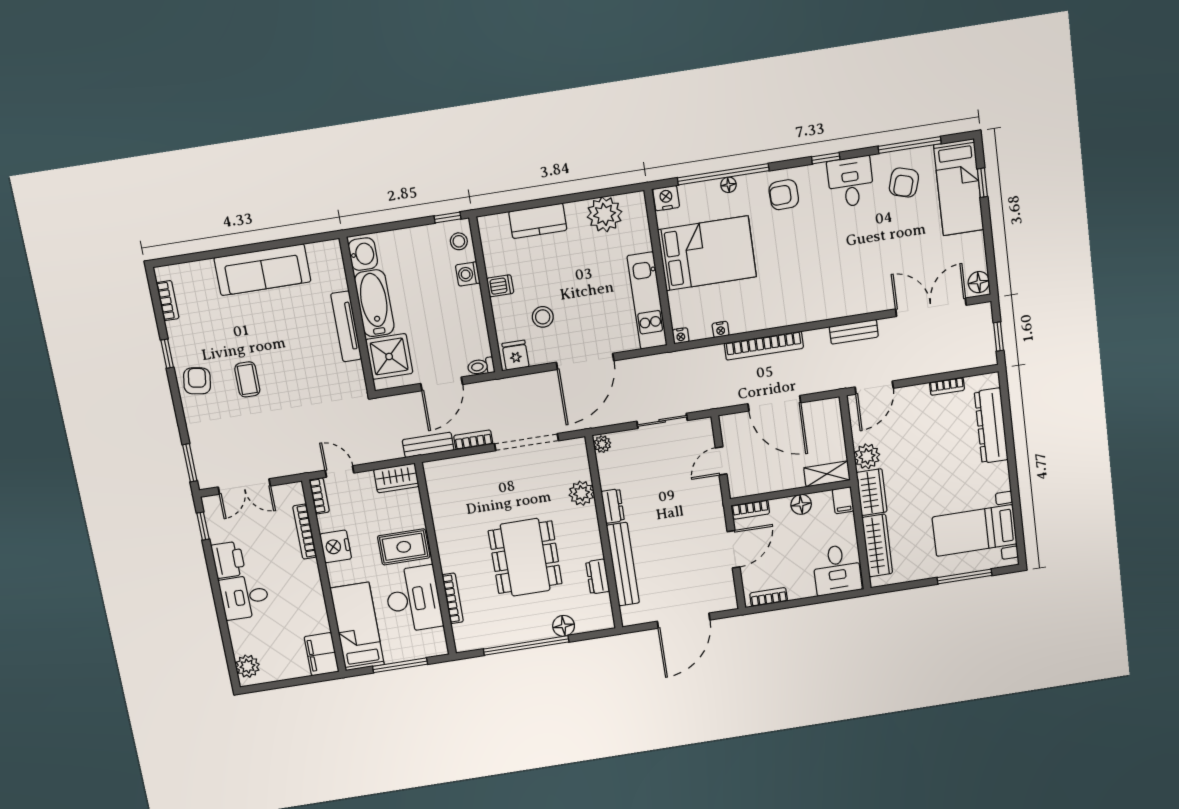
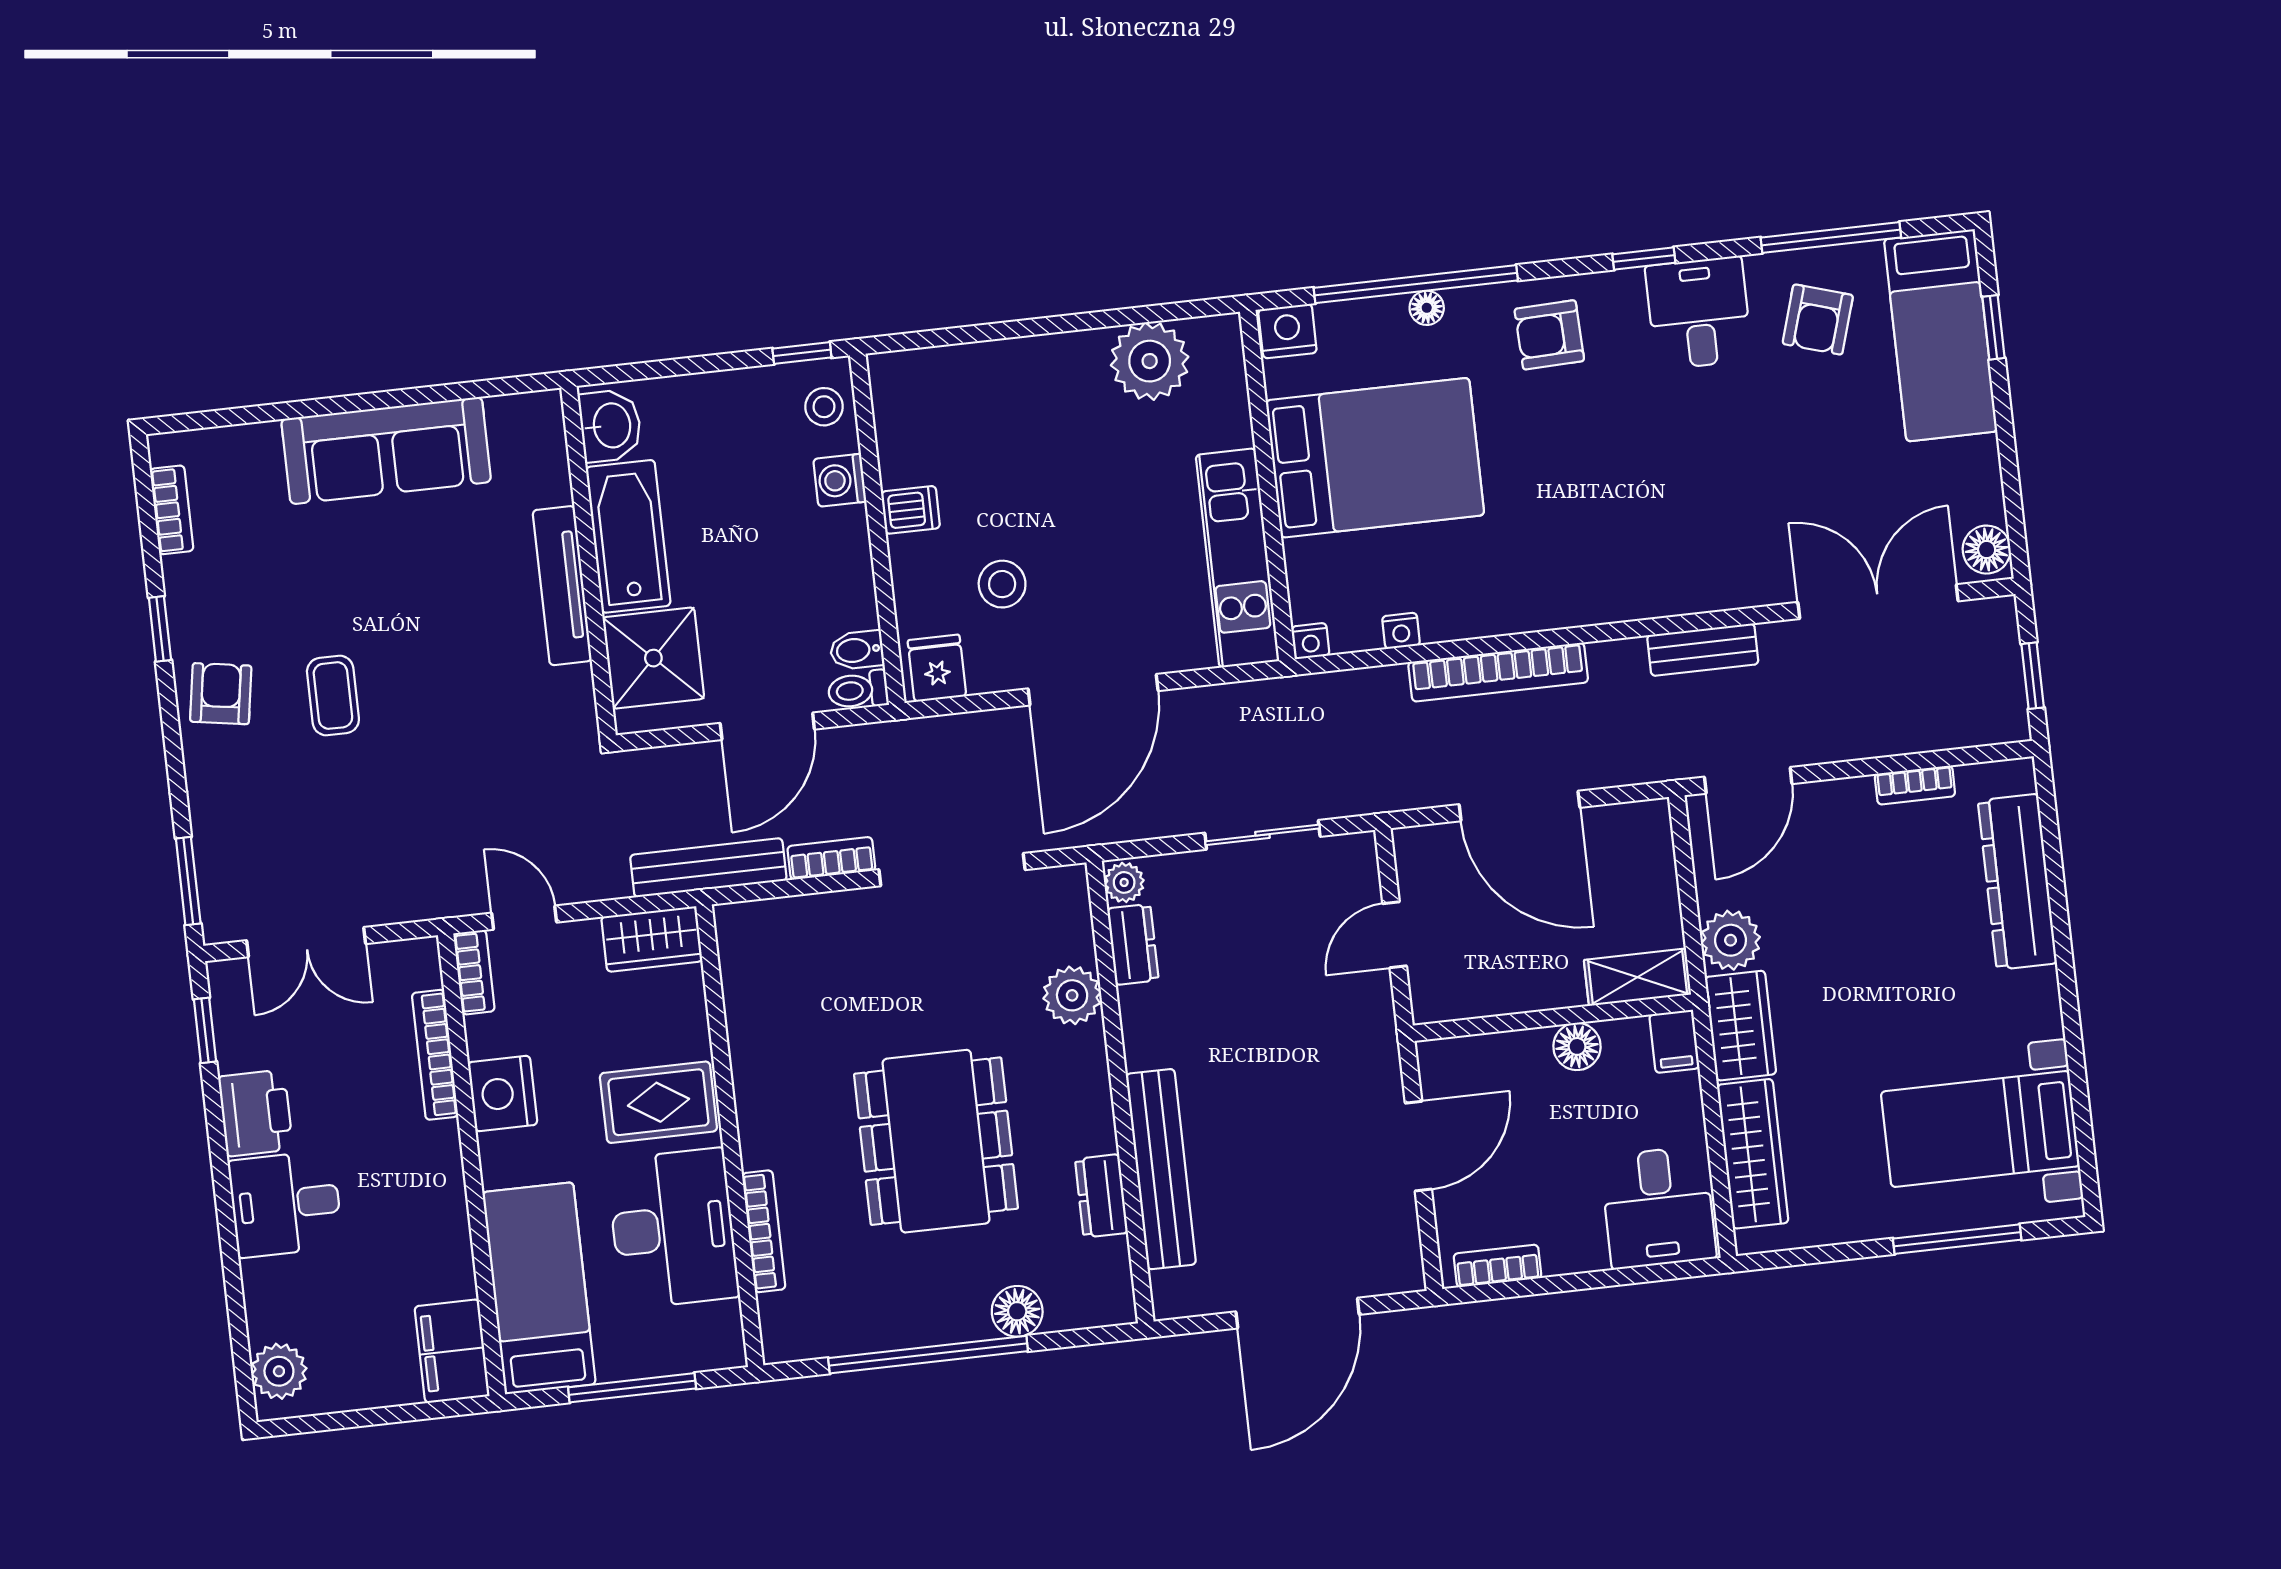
kitchen counter: (538, 221) -> (1001, 369), removed
bidet: (479, 349) -> (857, 650), added
bench: (428, 445) -> (708, 868), width x1.36
dresser: (613, 506) -> (1133, 944), moved
bookcase: (750, 510) -> (1460, 1053), removed

